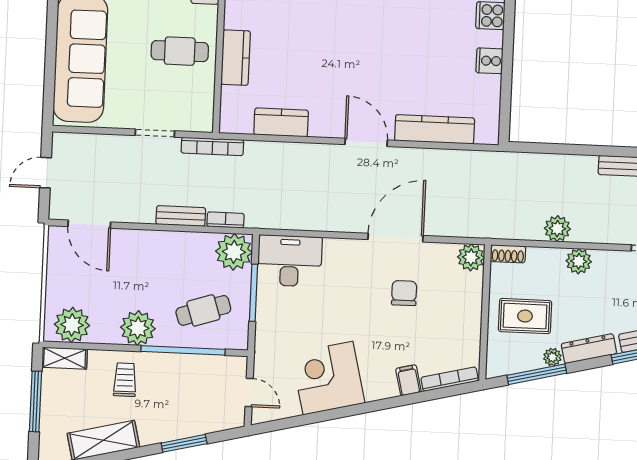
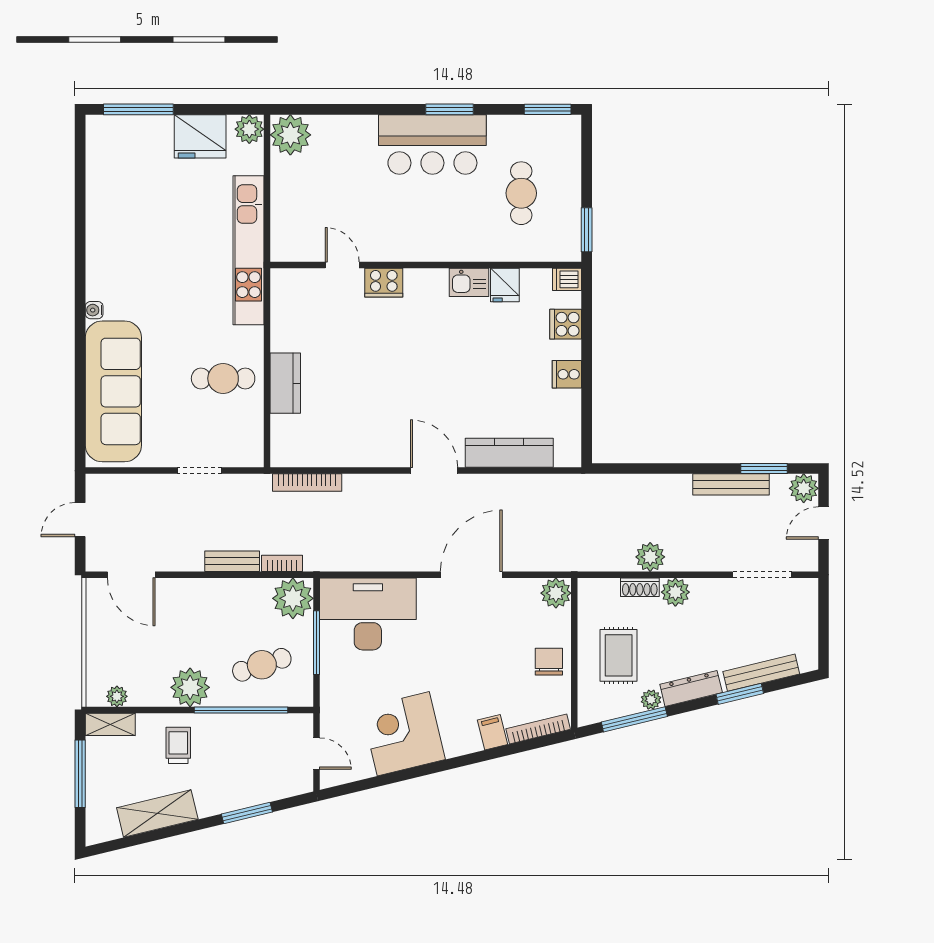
kitchen counter: (281, 122) -> (339, 453), removed
bookcase: (212, 146) -> (307, 483), moved
shoe rack: (508, 254) -> (640, 587), moved
desk: (290, 261) -> (368, 614), width x1.36, depth x1.30
chair: (404, 293) -> (549, 662), moved
rug: (525, 316) -> (619, 655), turned 90
plant: (72, 325) -> (117, 696), width x0.53, depth x0.53

